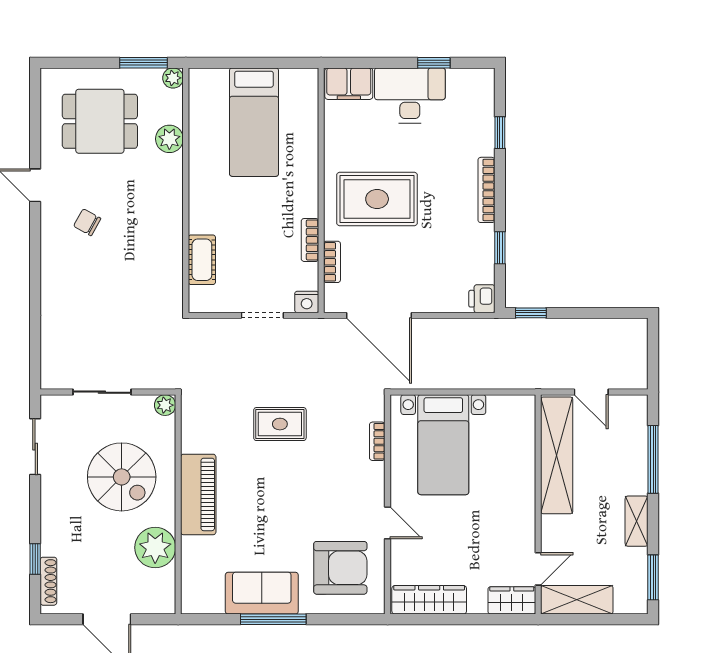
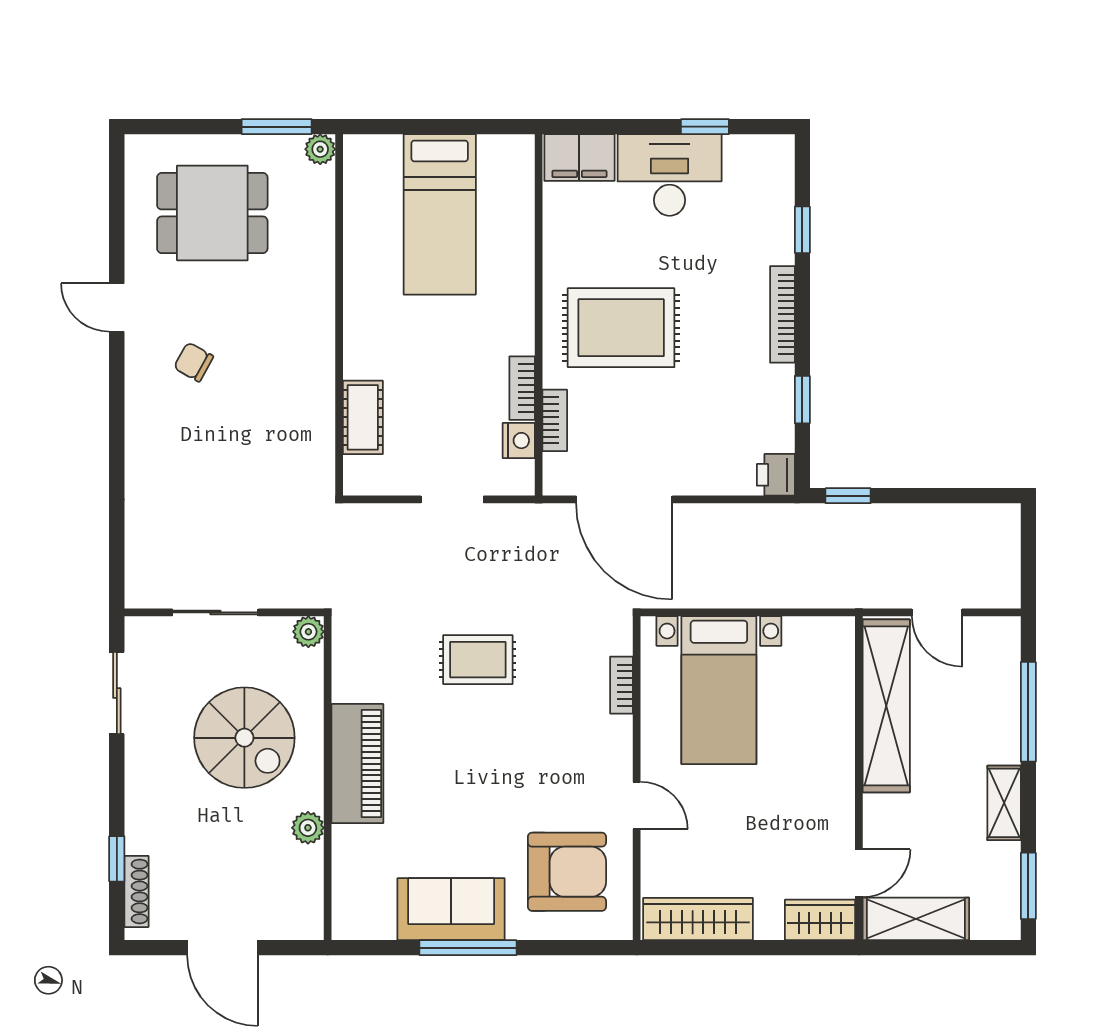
plant: (169, 139) -> (315, 239), removed
nightstand: (307, 302) -> (519, 441), moved, turned -90
plant: (155, 548) -> (308, 828), width x0.53, depth x0.53

